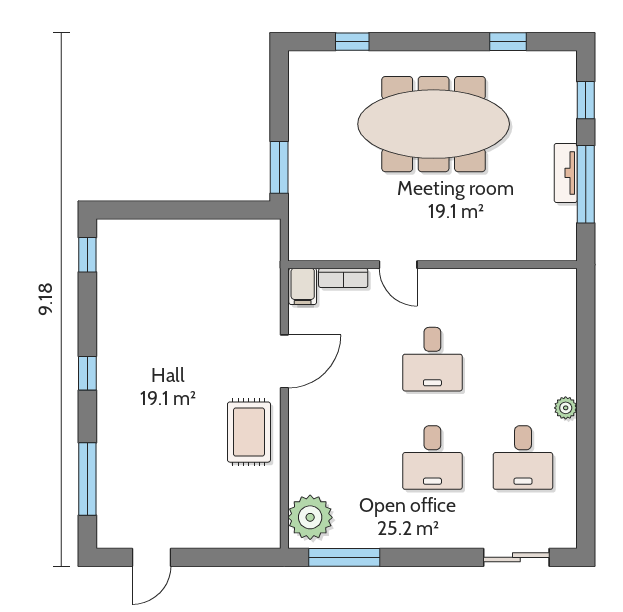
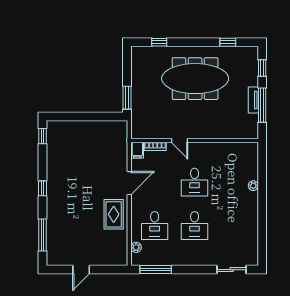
plant: (566, 408) -> (253, 186), moved
desk: (523, 458) -> (155, 226), moved
plant: (310, 517) -> (136, 247), width x0.53, depth x0.53
door: (151, 557) -> (81, 270), moved

